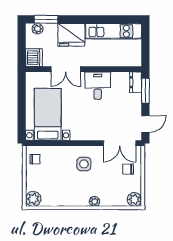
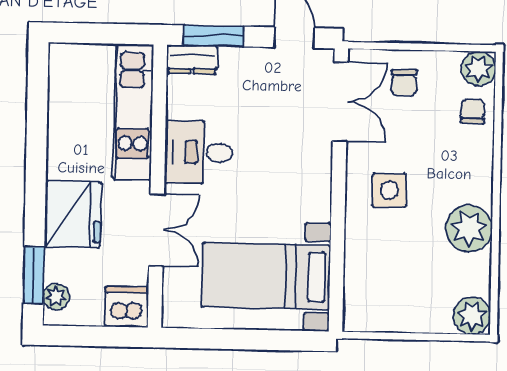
kitchen unit: (114, 31) -> (133, 112), moved, turned 180
chair: (35, 159) -> (473, 111), moved
plant: (95, 201) -> (469, 229), moved, width x1.88, depth x1.88

